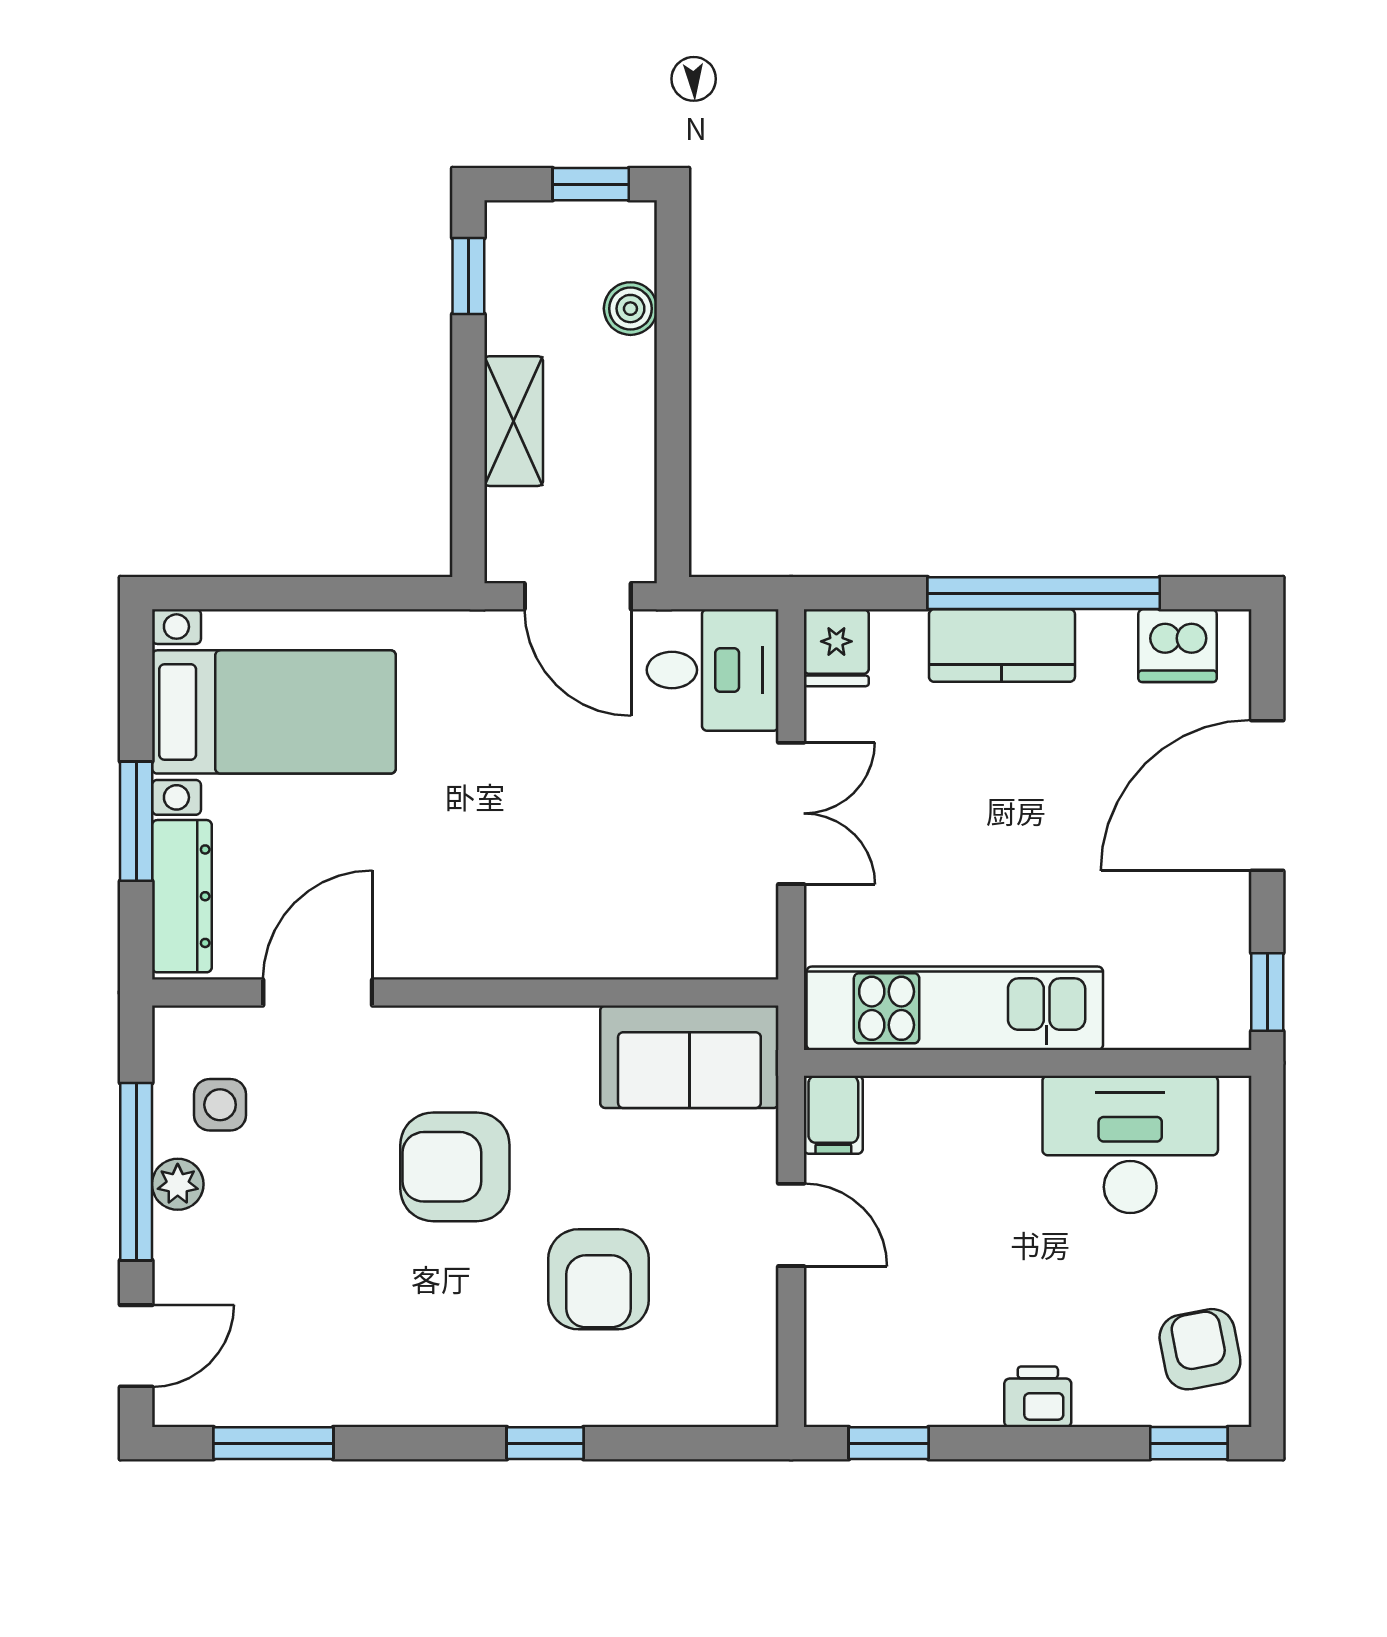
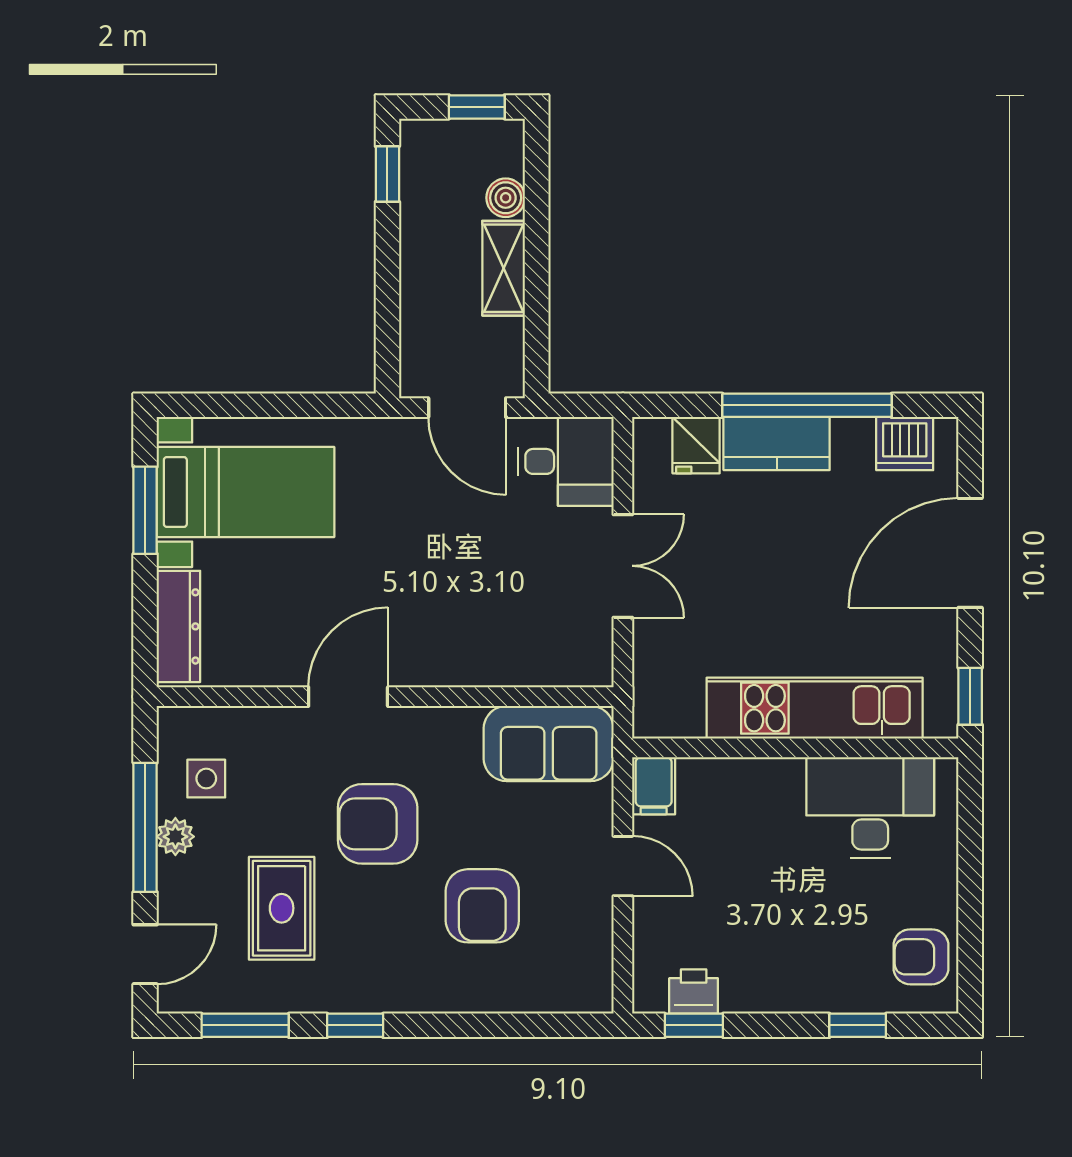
shelving: (514, 421) -> (504, 268), moved
fridge: (836, 648) -> (696, 445), moved
window: (136, 821) -> (145, 510), moved
door: (318, 992) -> (348, 697), moved
kitchen unit: (955, 1008) -> (815, 708), moved
rug: (323, 1283) -> (282, 908), added
armchair: (1200, 1349) -> (921, 957), turned -79
printer: (1038, 1397) -> (694, 991), moved
window: (545, 1443) -> (355, 1025), moved
window: (1189, 1443) -> (858, 1025), moved

